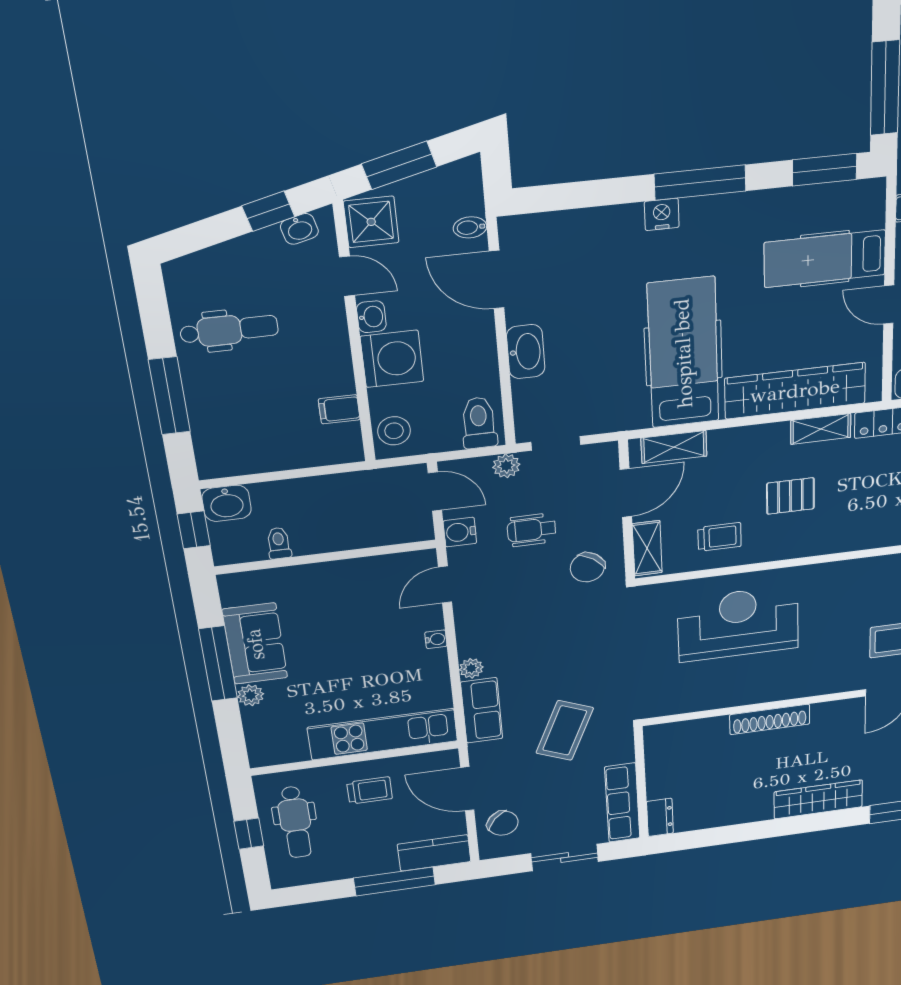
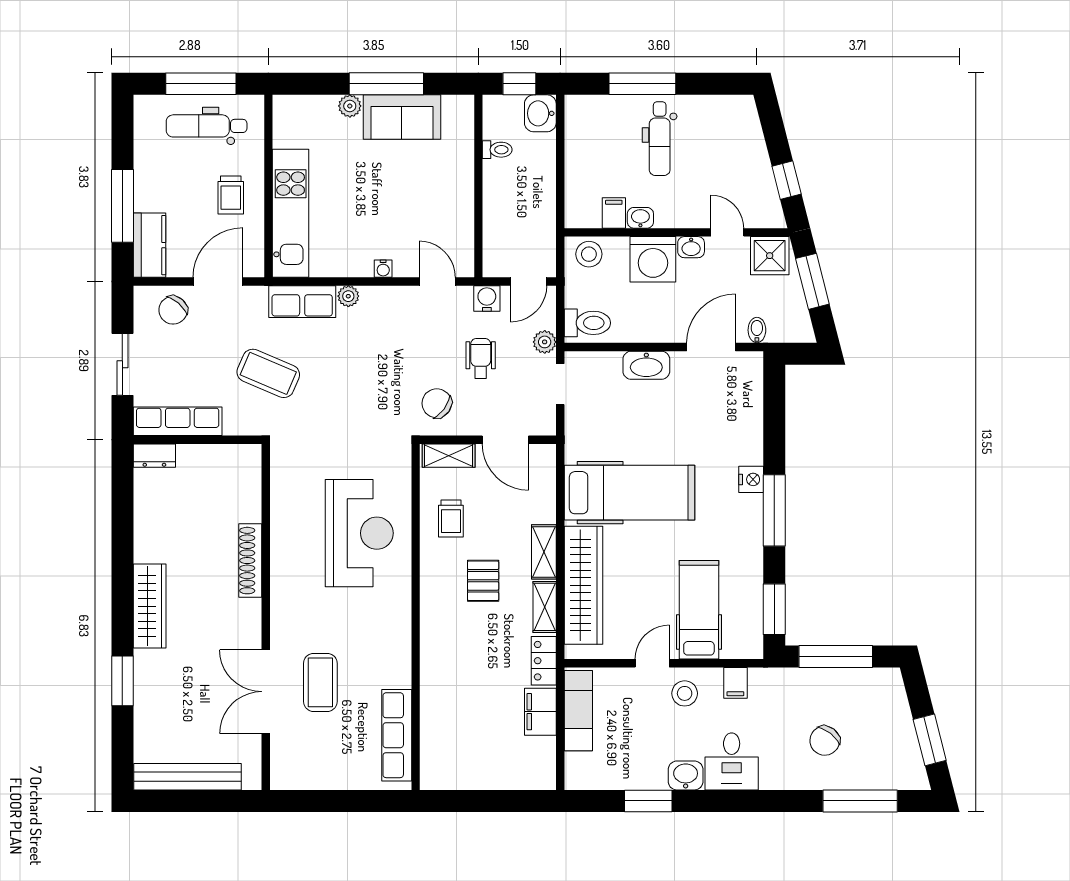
washbasin: (299, 229) -> (640, 218), moved, turned 104
door: (347, 276) -> (727, 232), swing flipped
dental chair: (229, 330) -> (660, 139), moved
shelving: (674, 447) -> (544, 552), moved
window: (249, 834) -> (201, 84), width x2.17

